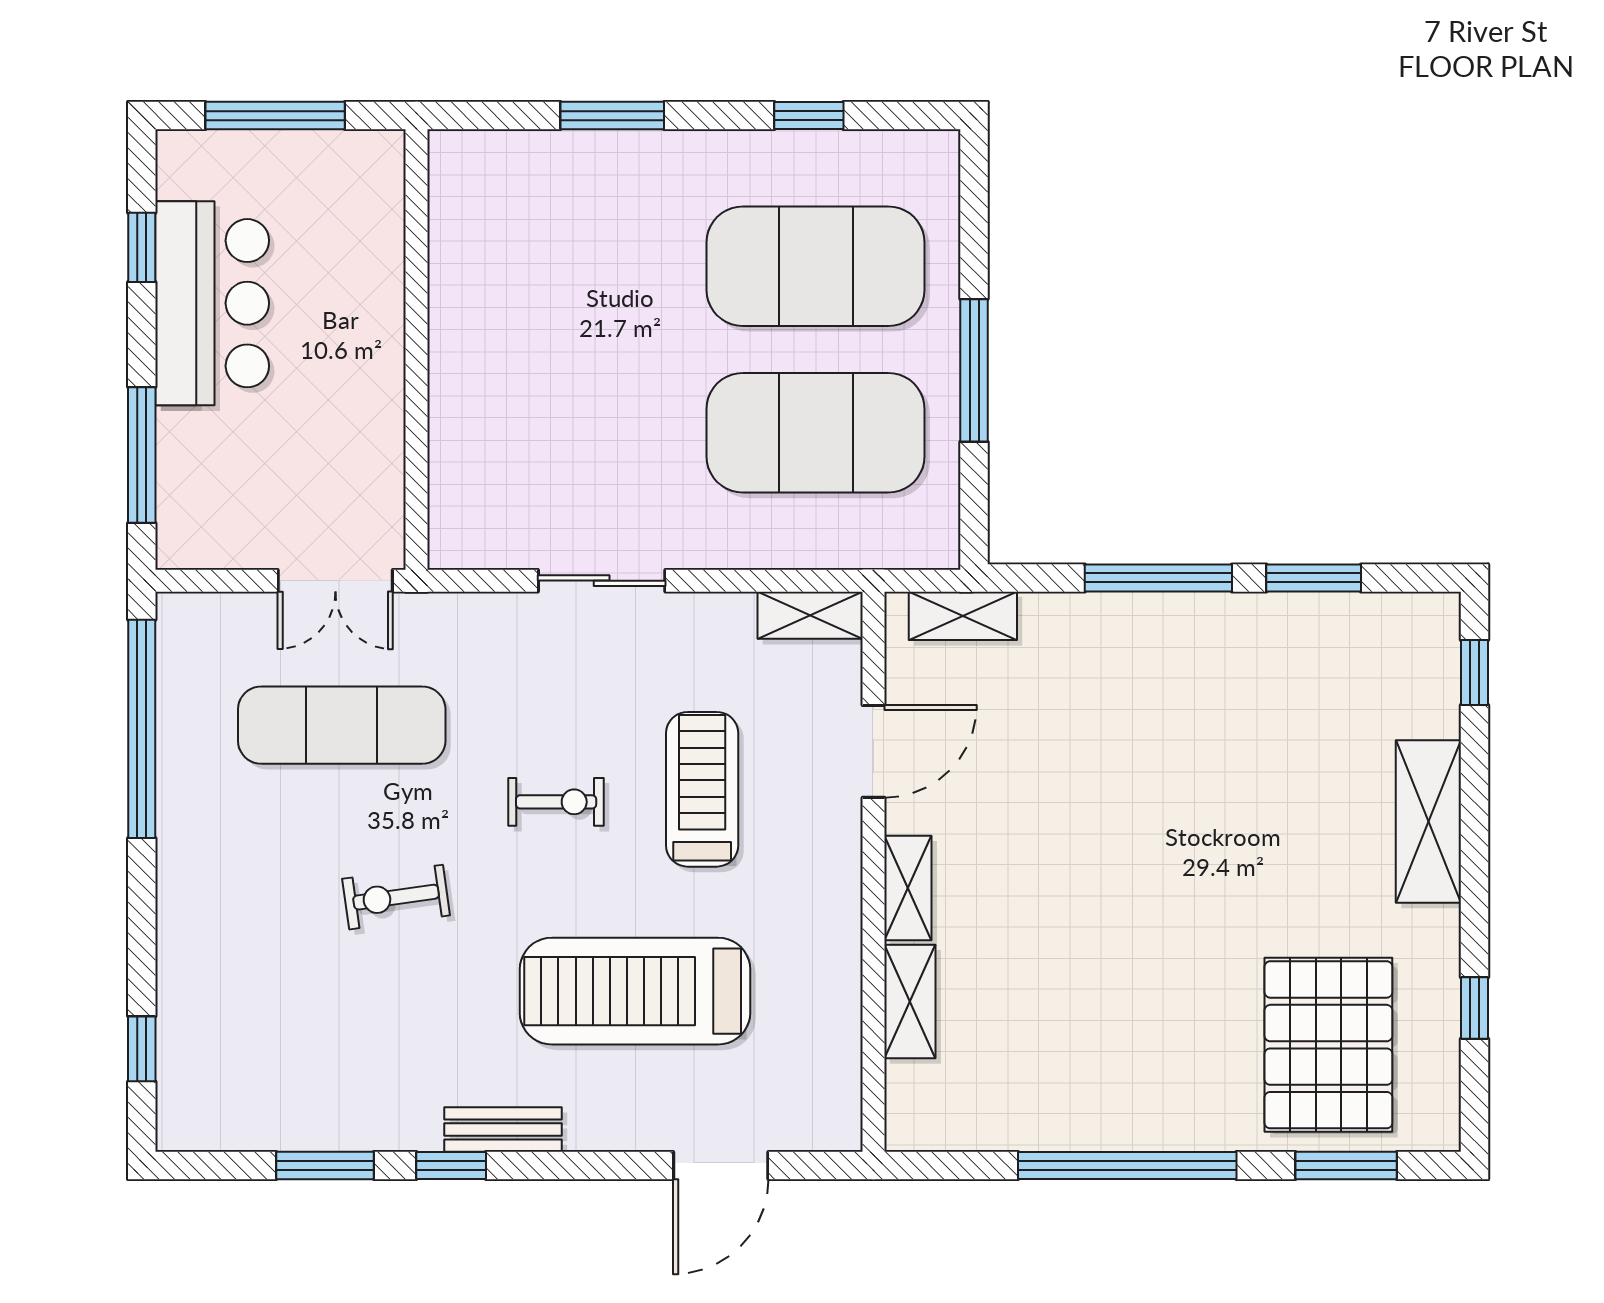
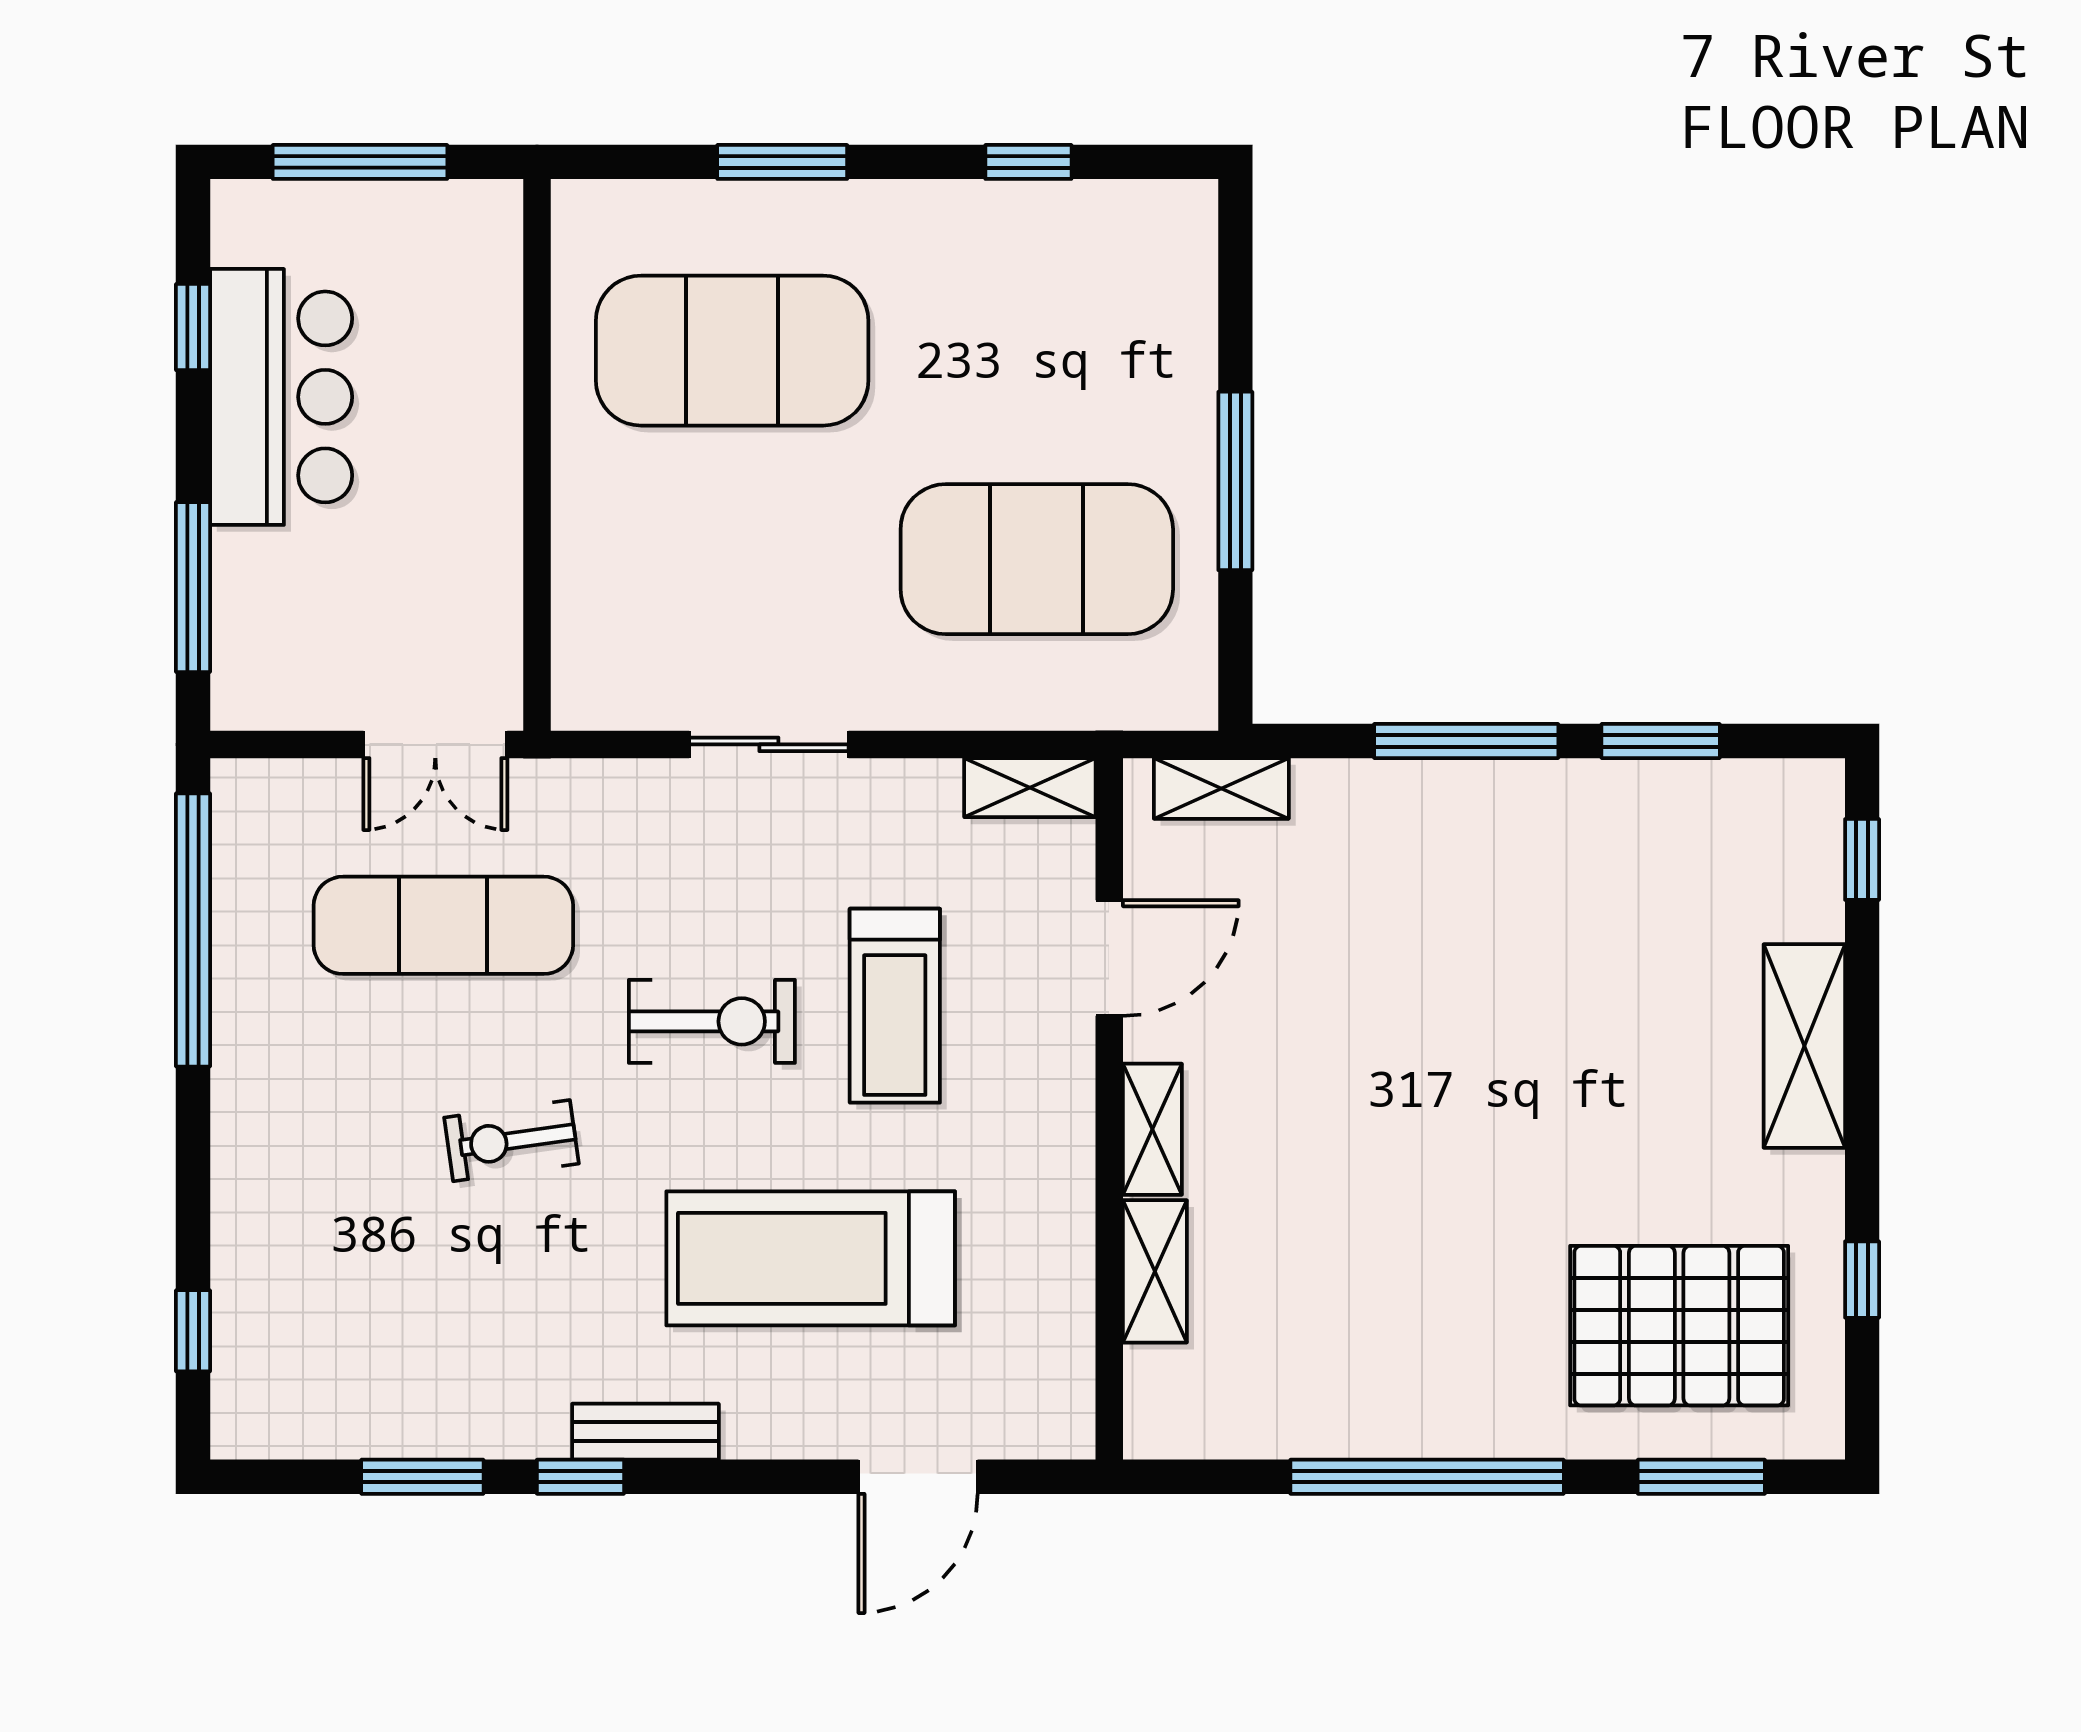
exercise mat: (816, 266) -> (732, 351), moved
treadmill: (702, 789) -> (895, 1006), turned 180
exercise bike: (556, 802) -> (712, 1021), width x1.38, depth x1.39
pallet: (1328, 1045) -> (1679, 1326), turned 90

